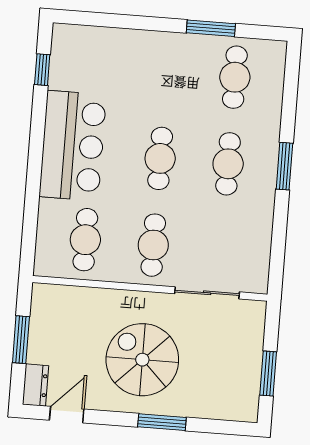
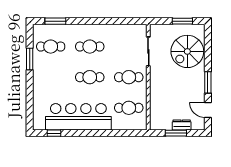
bar counter: (73, 146) -> (78, 117), width x1.36
window: (284, 166) -> (55, 21), moved
spiral stairs: (142, 360) -> (187, 51), moved
dresser: (36, 385) -> (182, 125), moved
window: (162, 422) -> (208, 82), moved

